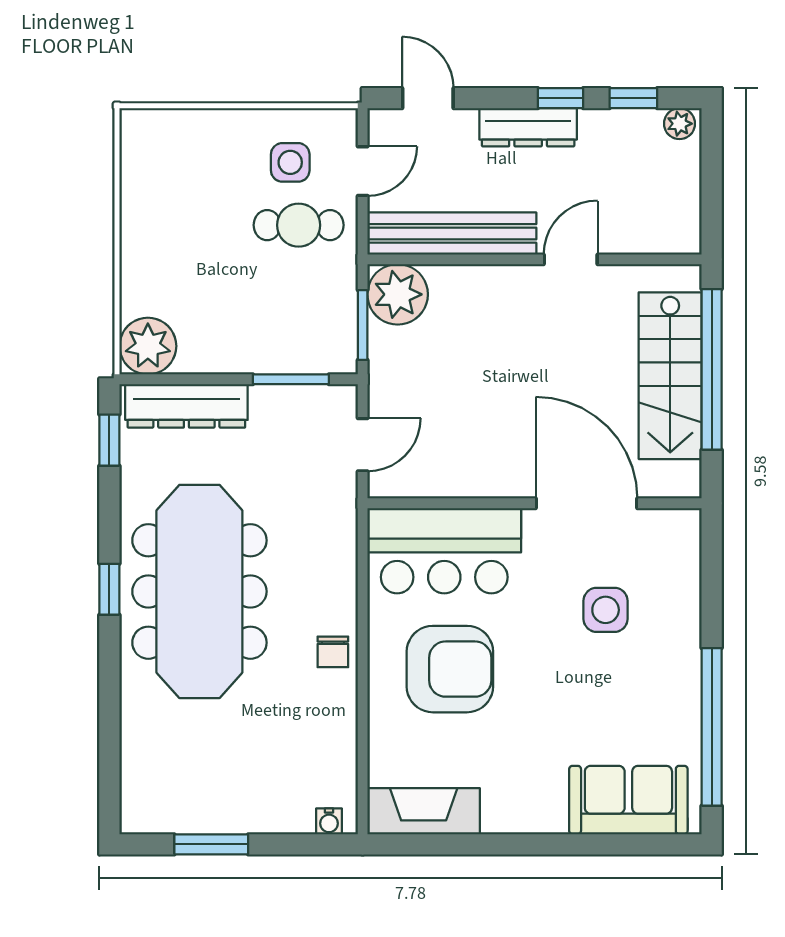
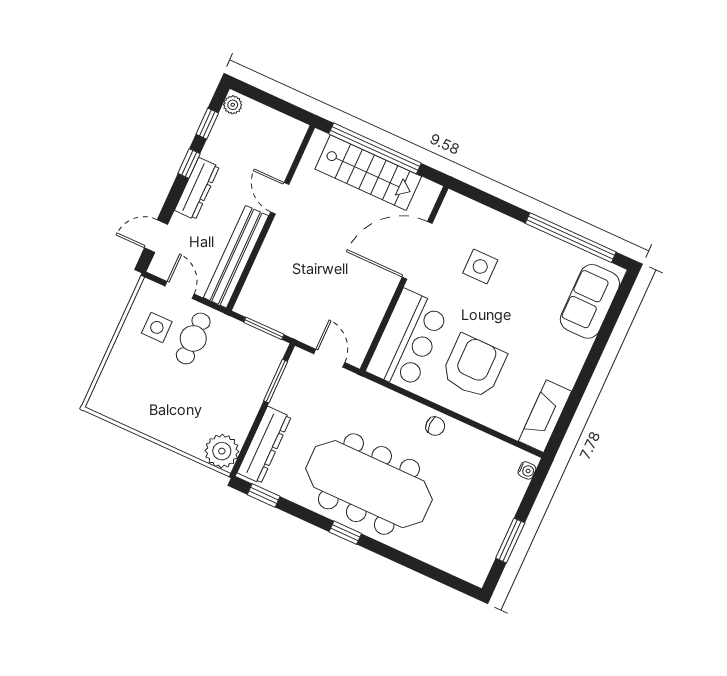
plant: (398, 294) -> (256, 302), removed

